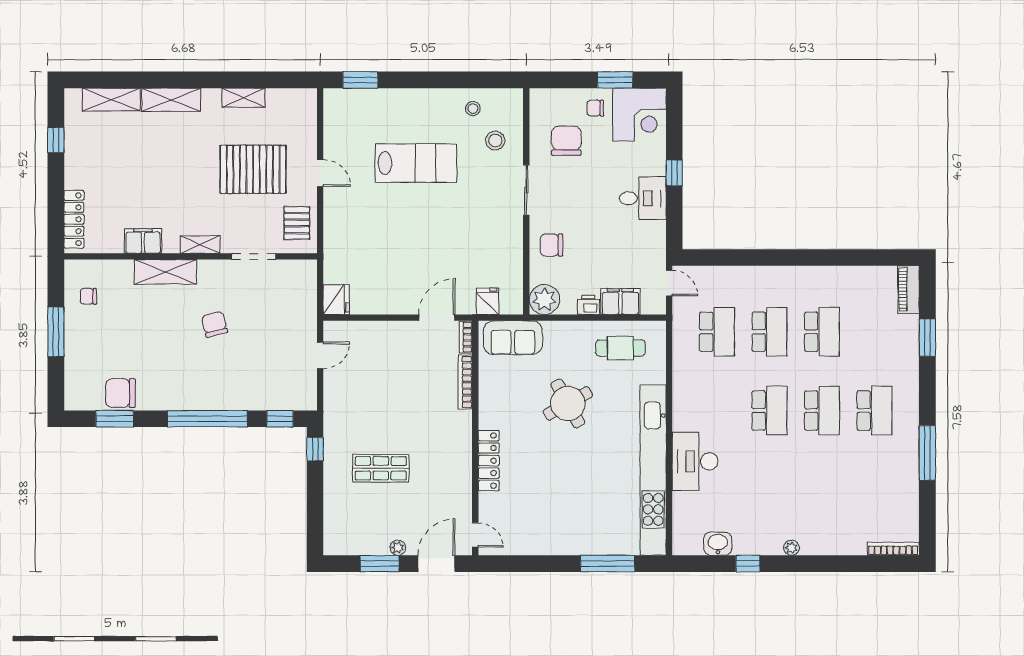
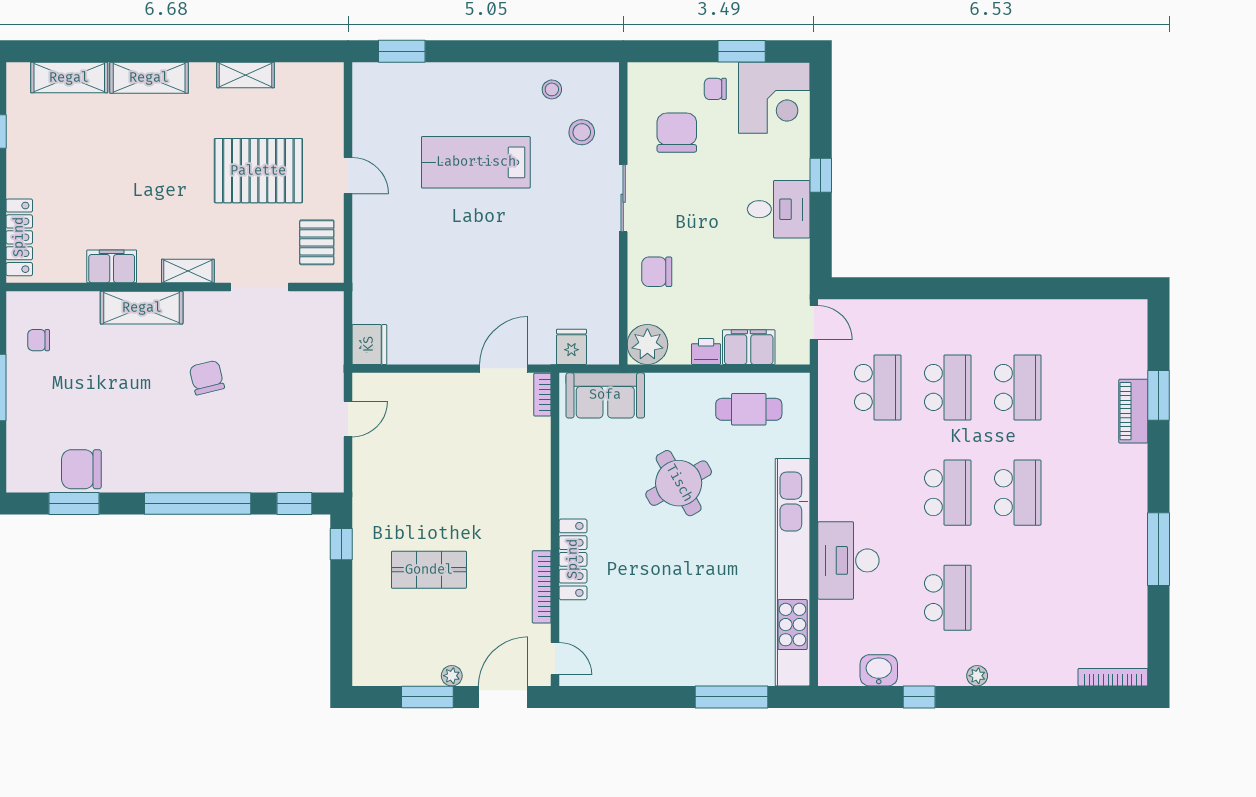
lab bench: (416, 163) -> (476, 162), turned 180
piano: (908, 290) -> (1133, 411), moved
bookcase: (465, 382) -> (542, 587), moved
school desk: (874, 411) -> (948, 598), moved

